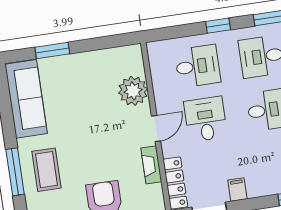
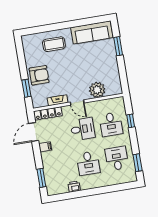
window: (218, 26) -> (131, 121), moved
window: (15, 172) -> (53, 27), removed

